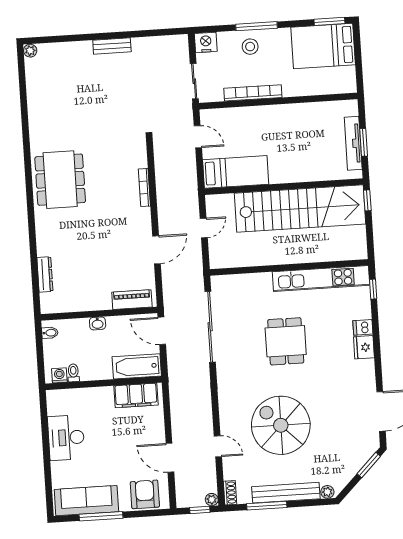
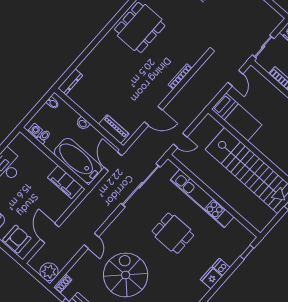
door: (204, 228) -> (180, 141), moved
dresser: (45, 274) -> (70, 82), moved
kitchen unit: (321, 278) -> (202, 198), moved
dining table: (286, 341) -> (173, 233), turned 90
bathtub: (137, 366) -> (78, 160), width x1.36, depth x1.36
door: (218, 446) -> (91, 241), moved
plant: (212, 500) -> (49, 272), width x1.88, depth x1.88
window: (200, 510) -> (38, 277), removed

